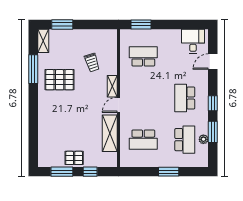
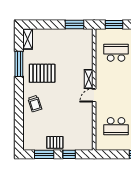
window: (62, 24) -> (75, 24), moved
trolley: (92, 62) -> (35, 104), moved
shelving: (110, 133) -> (86, 121), removed

